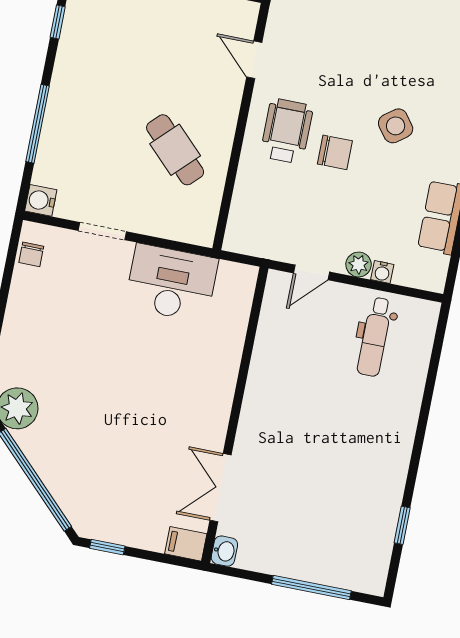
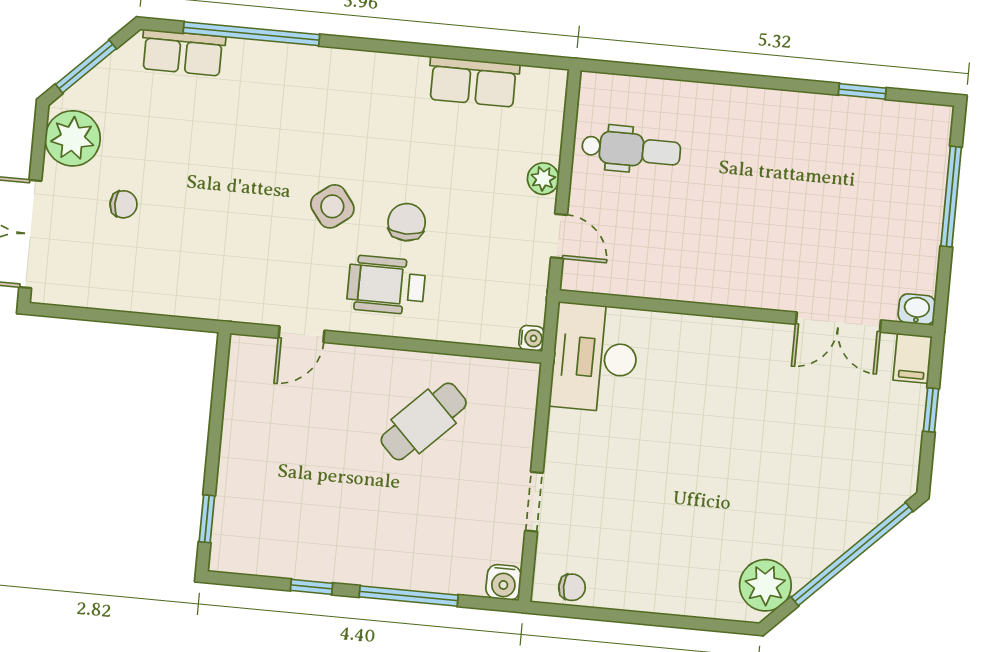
window: (58, 22) -> (312, 587), moved
side table: (396, 126) -> (332, 206), moved
water cooler: (382, 272) -> (532, 338), moved
desk: (171, 283) -> (595, 358), moved
window: (107, 547) -> (931, 410), moved

